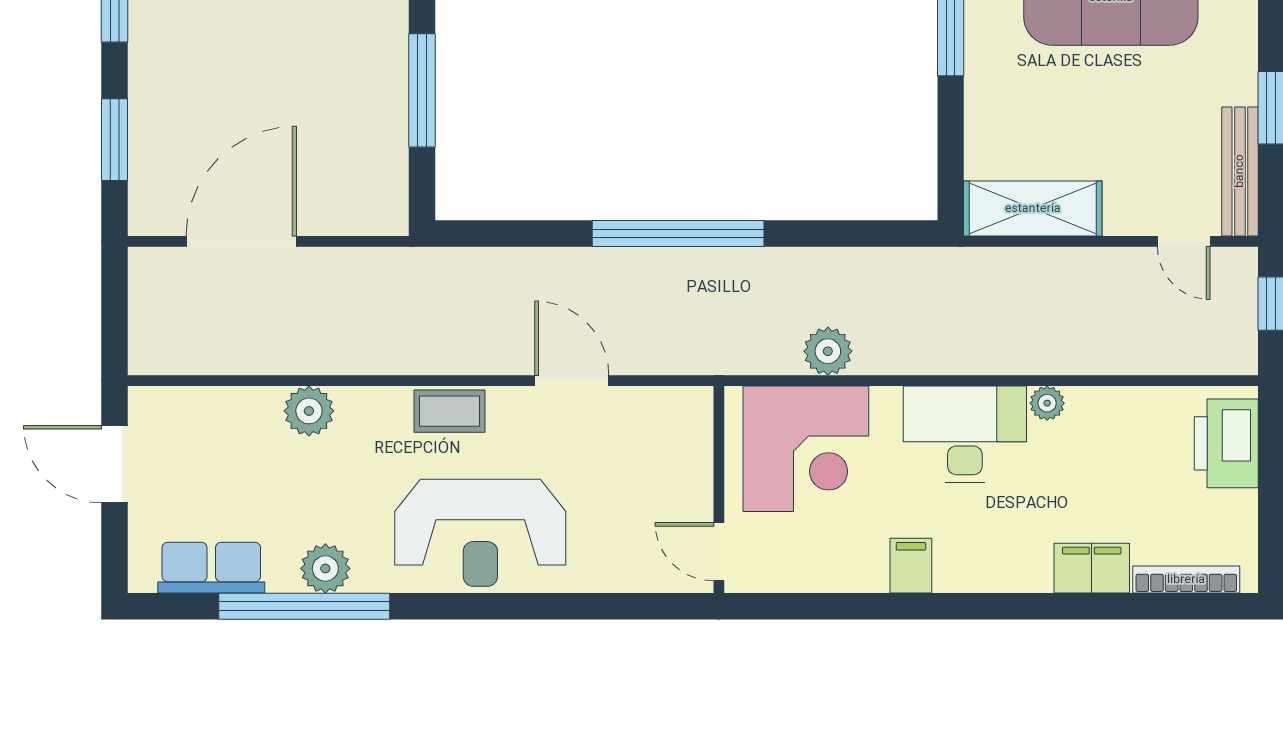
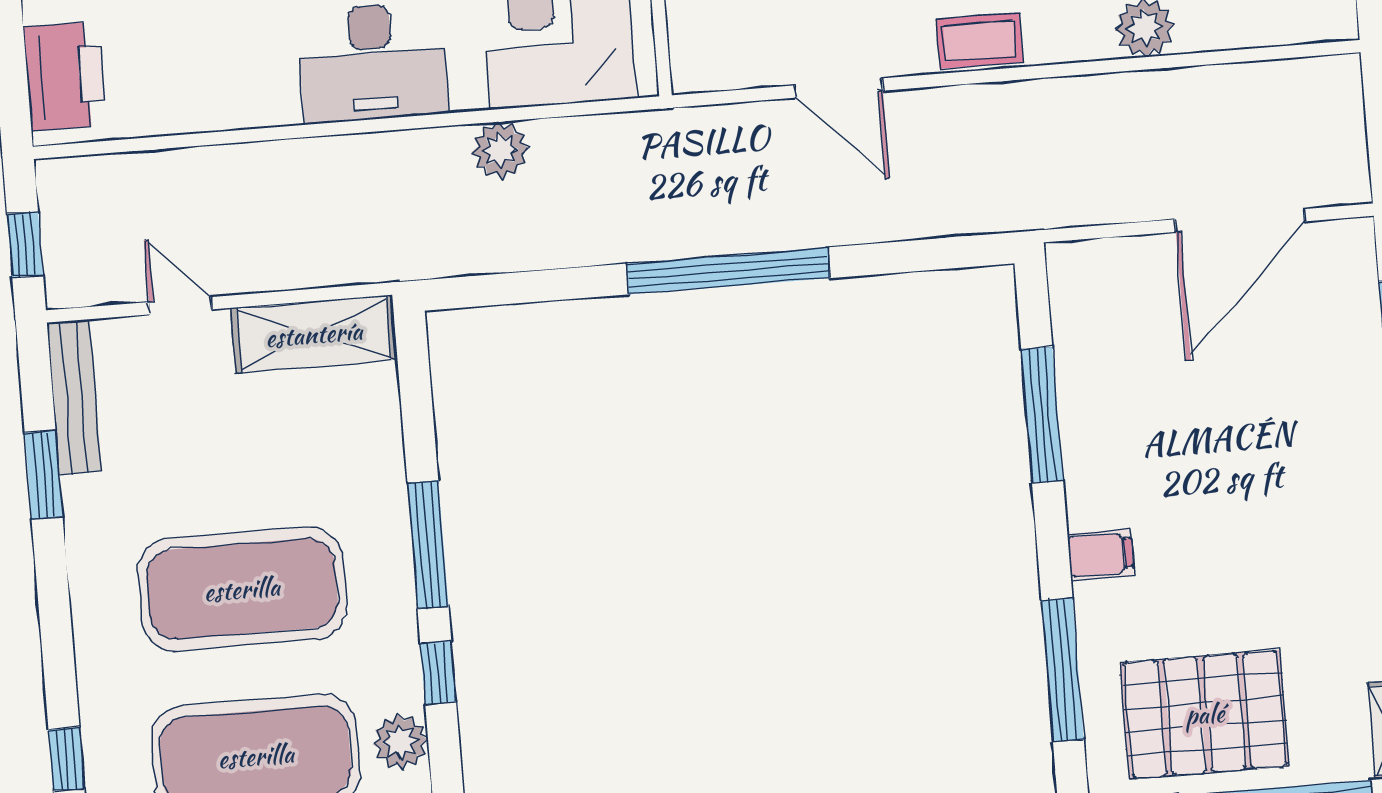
door: (1184, 241) -> (180, 306), moved
plant: (828, 351) -> (500, 150), moved
plant: (1047, 403) -> (279, 107), removed

